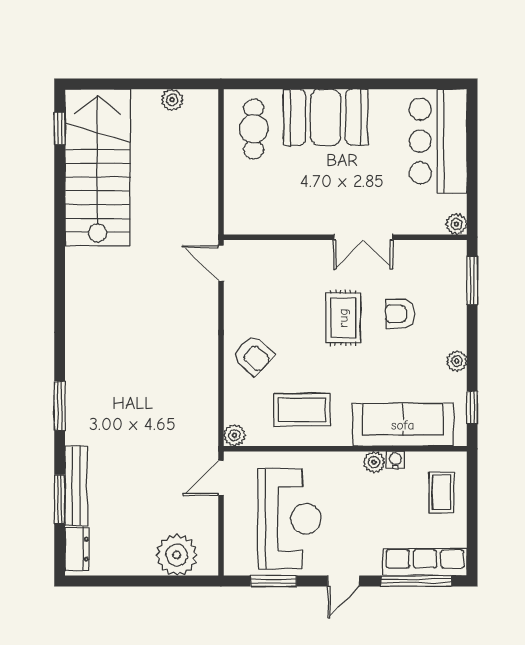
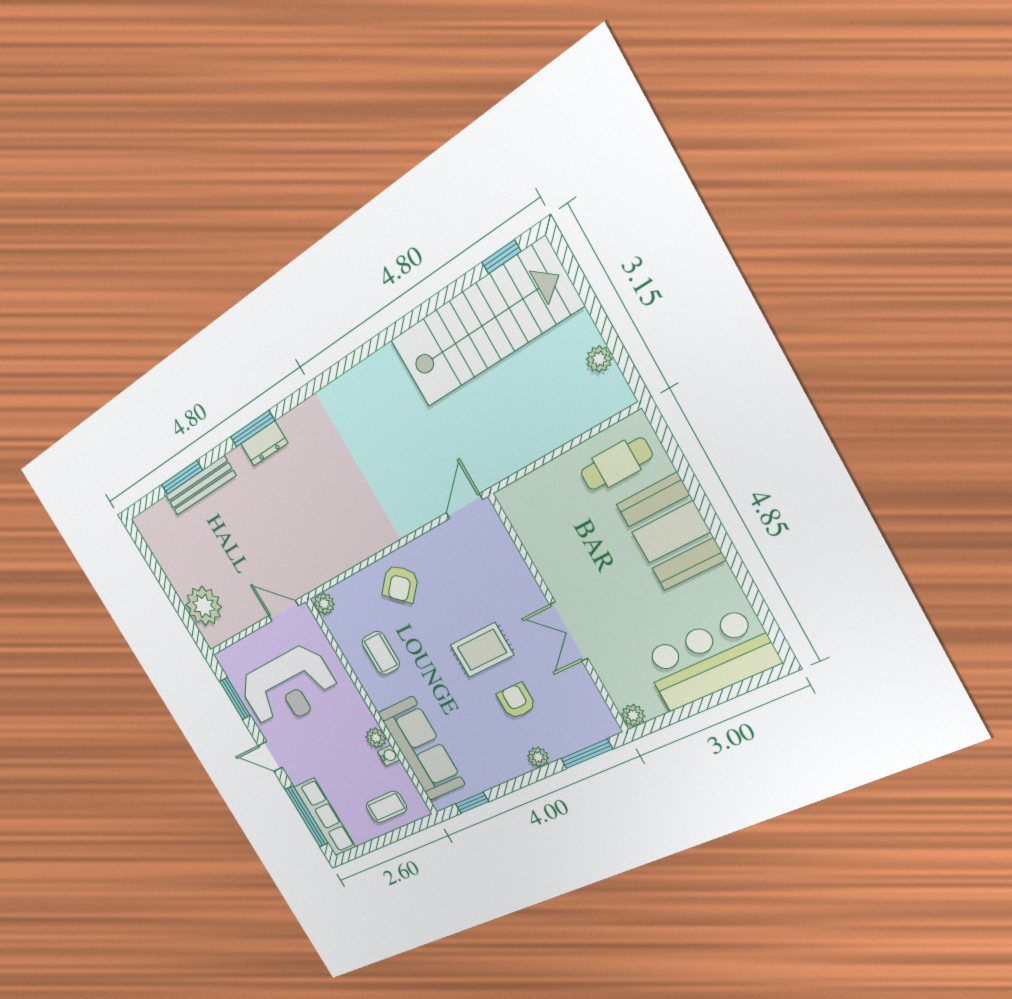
plant: (457, 361) -> (538, 757), moved
coffee table: (302, 410) -> (381, 653), width x0.73, depth x0.77
dresser: (77, 549) -> (264, 443), moved

